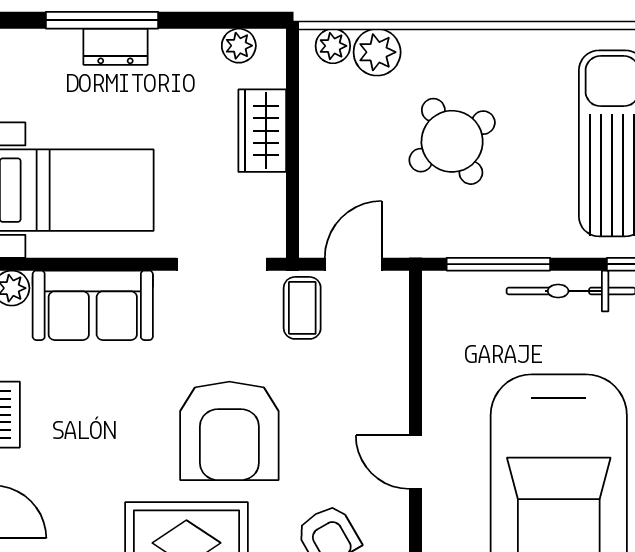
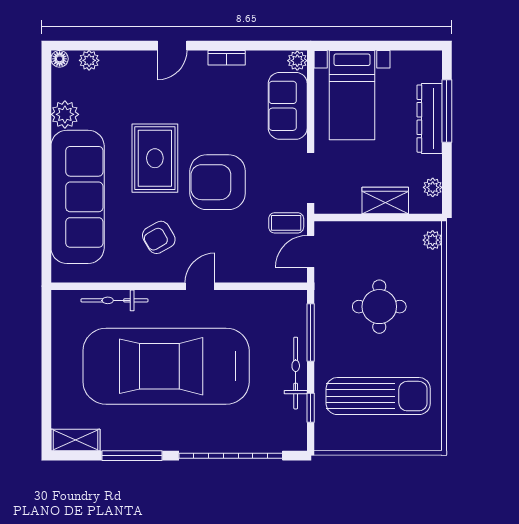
dresser: (115, 47) -> (430, 119), width x1.96, depth x1.24
plant: (377, 52) -> (429, 265), removed
round table: (452, 141) -> (379, 307), turned 31
door: (353, 264) -> (311, 251), swing flipped

